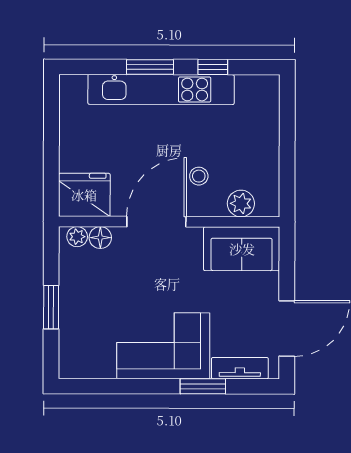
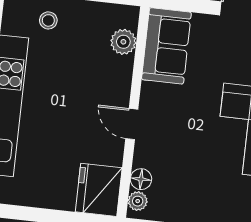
stool: (199, 176) -> (48, 20), moved
door: (156, 222) -> (132, 124), width x0.53

